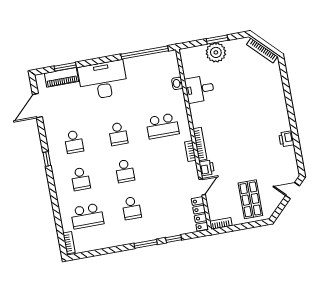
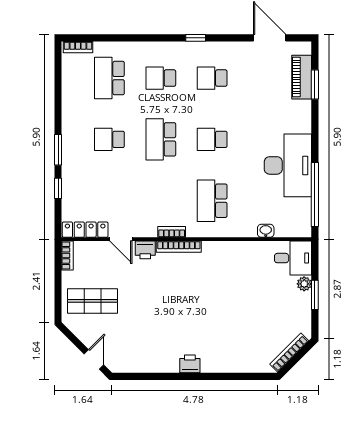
plant: (216, 52) -> (304, 284), width x0.53, depth x0.53
desk: (103, 80) -> (288, 165), moved
desk: (200, 89) -> (293, 258), moved, turned 90
printer: (286, 139) -> (190, 364), moved
school desk: (125, 171) -> (161, 139), width x1.85

